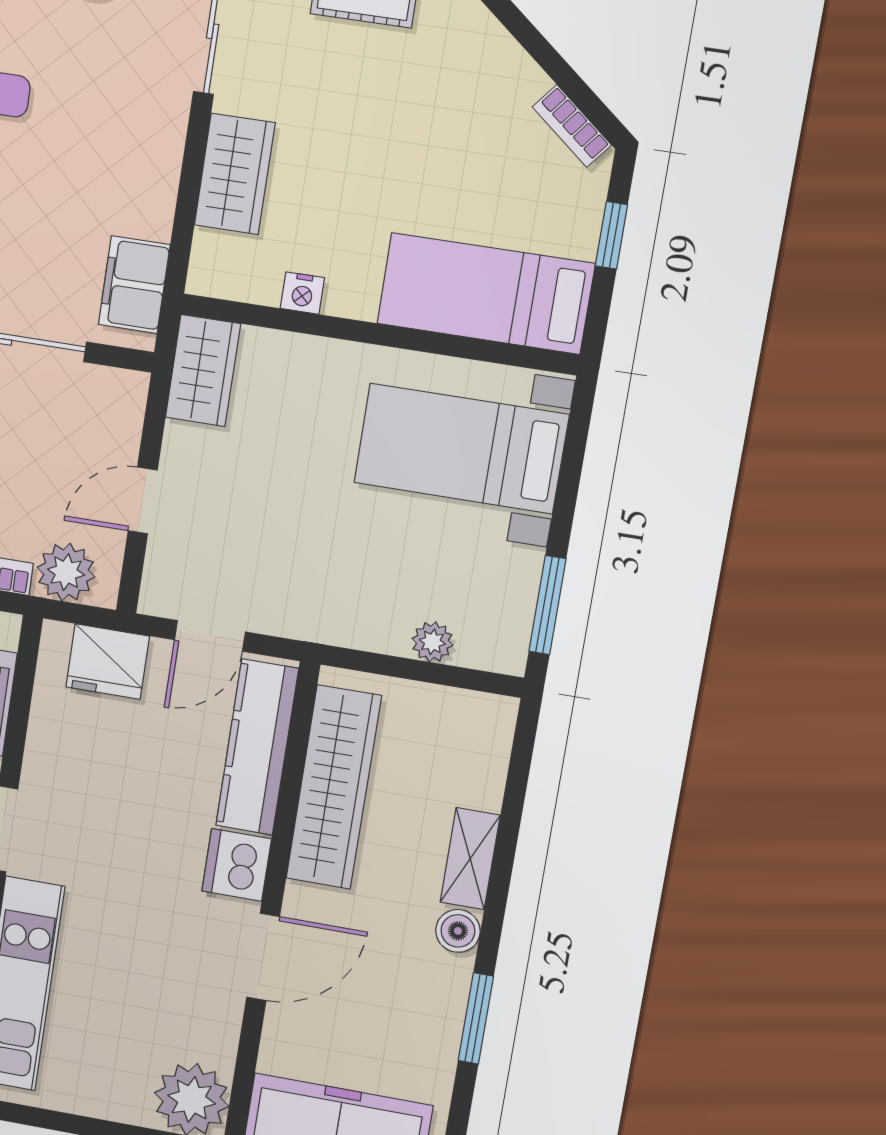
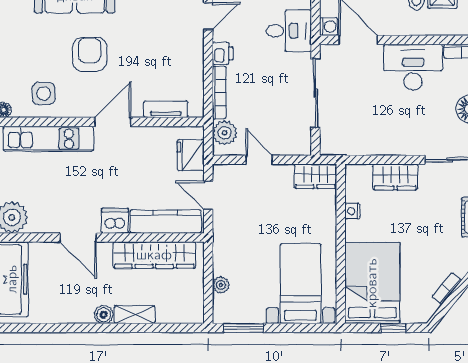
bookcase: (572, 126) -> (447, 289), moved
filing cabinet: (134, 285) -> (345, 143), removed
bed: (486, 294) -> (372, 283), width x1.50
window: (476, 1018) -> (68, 328), removed

